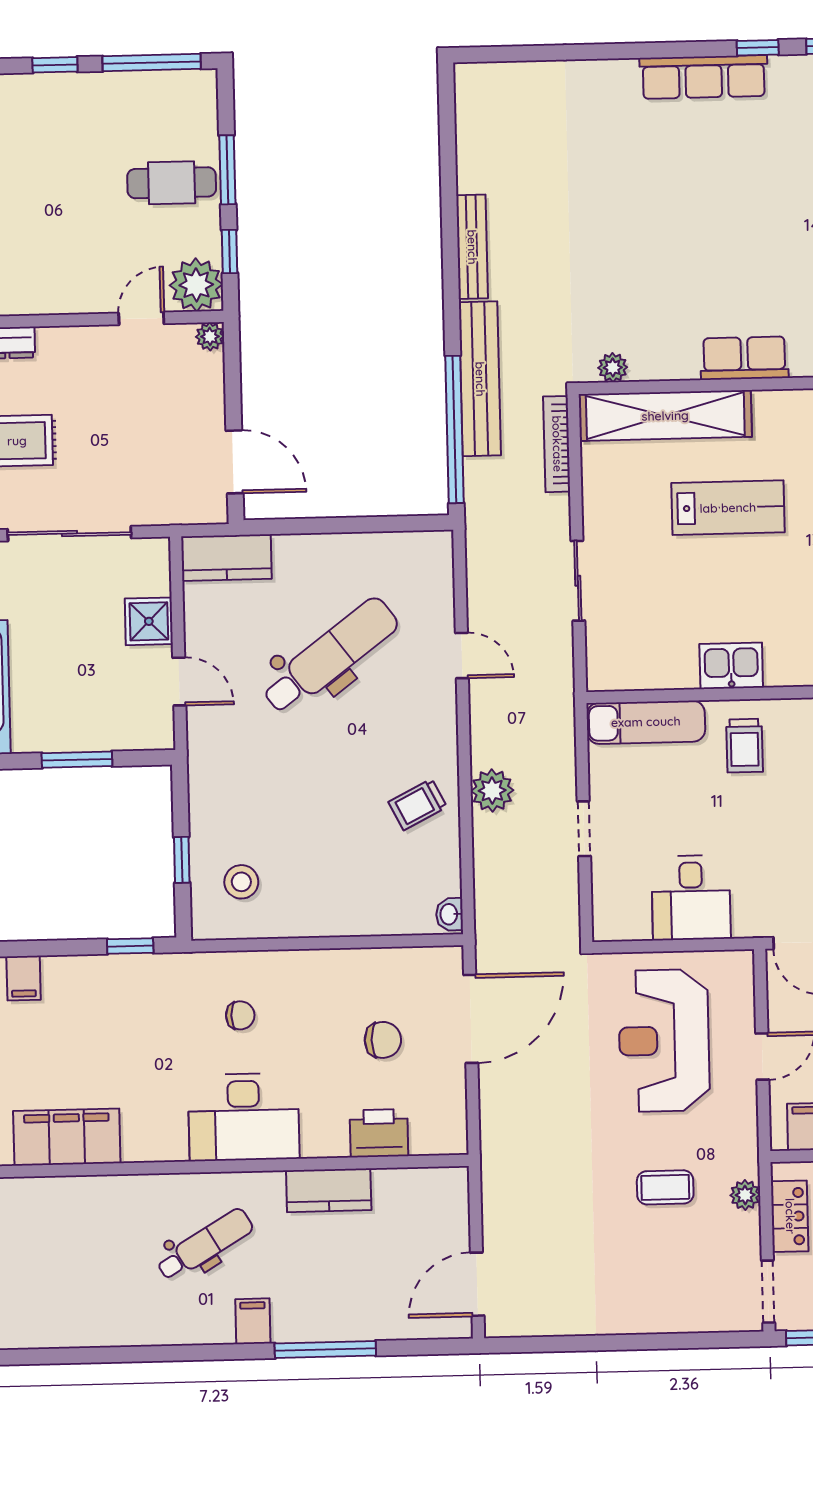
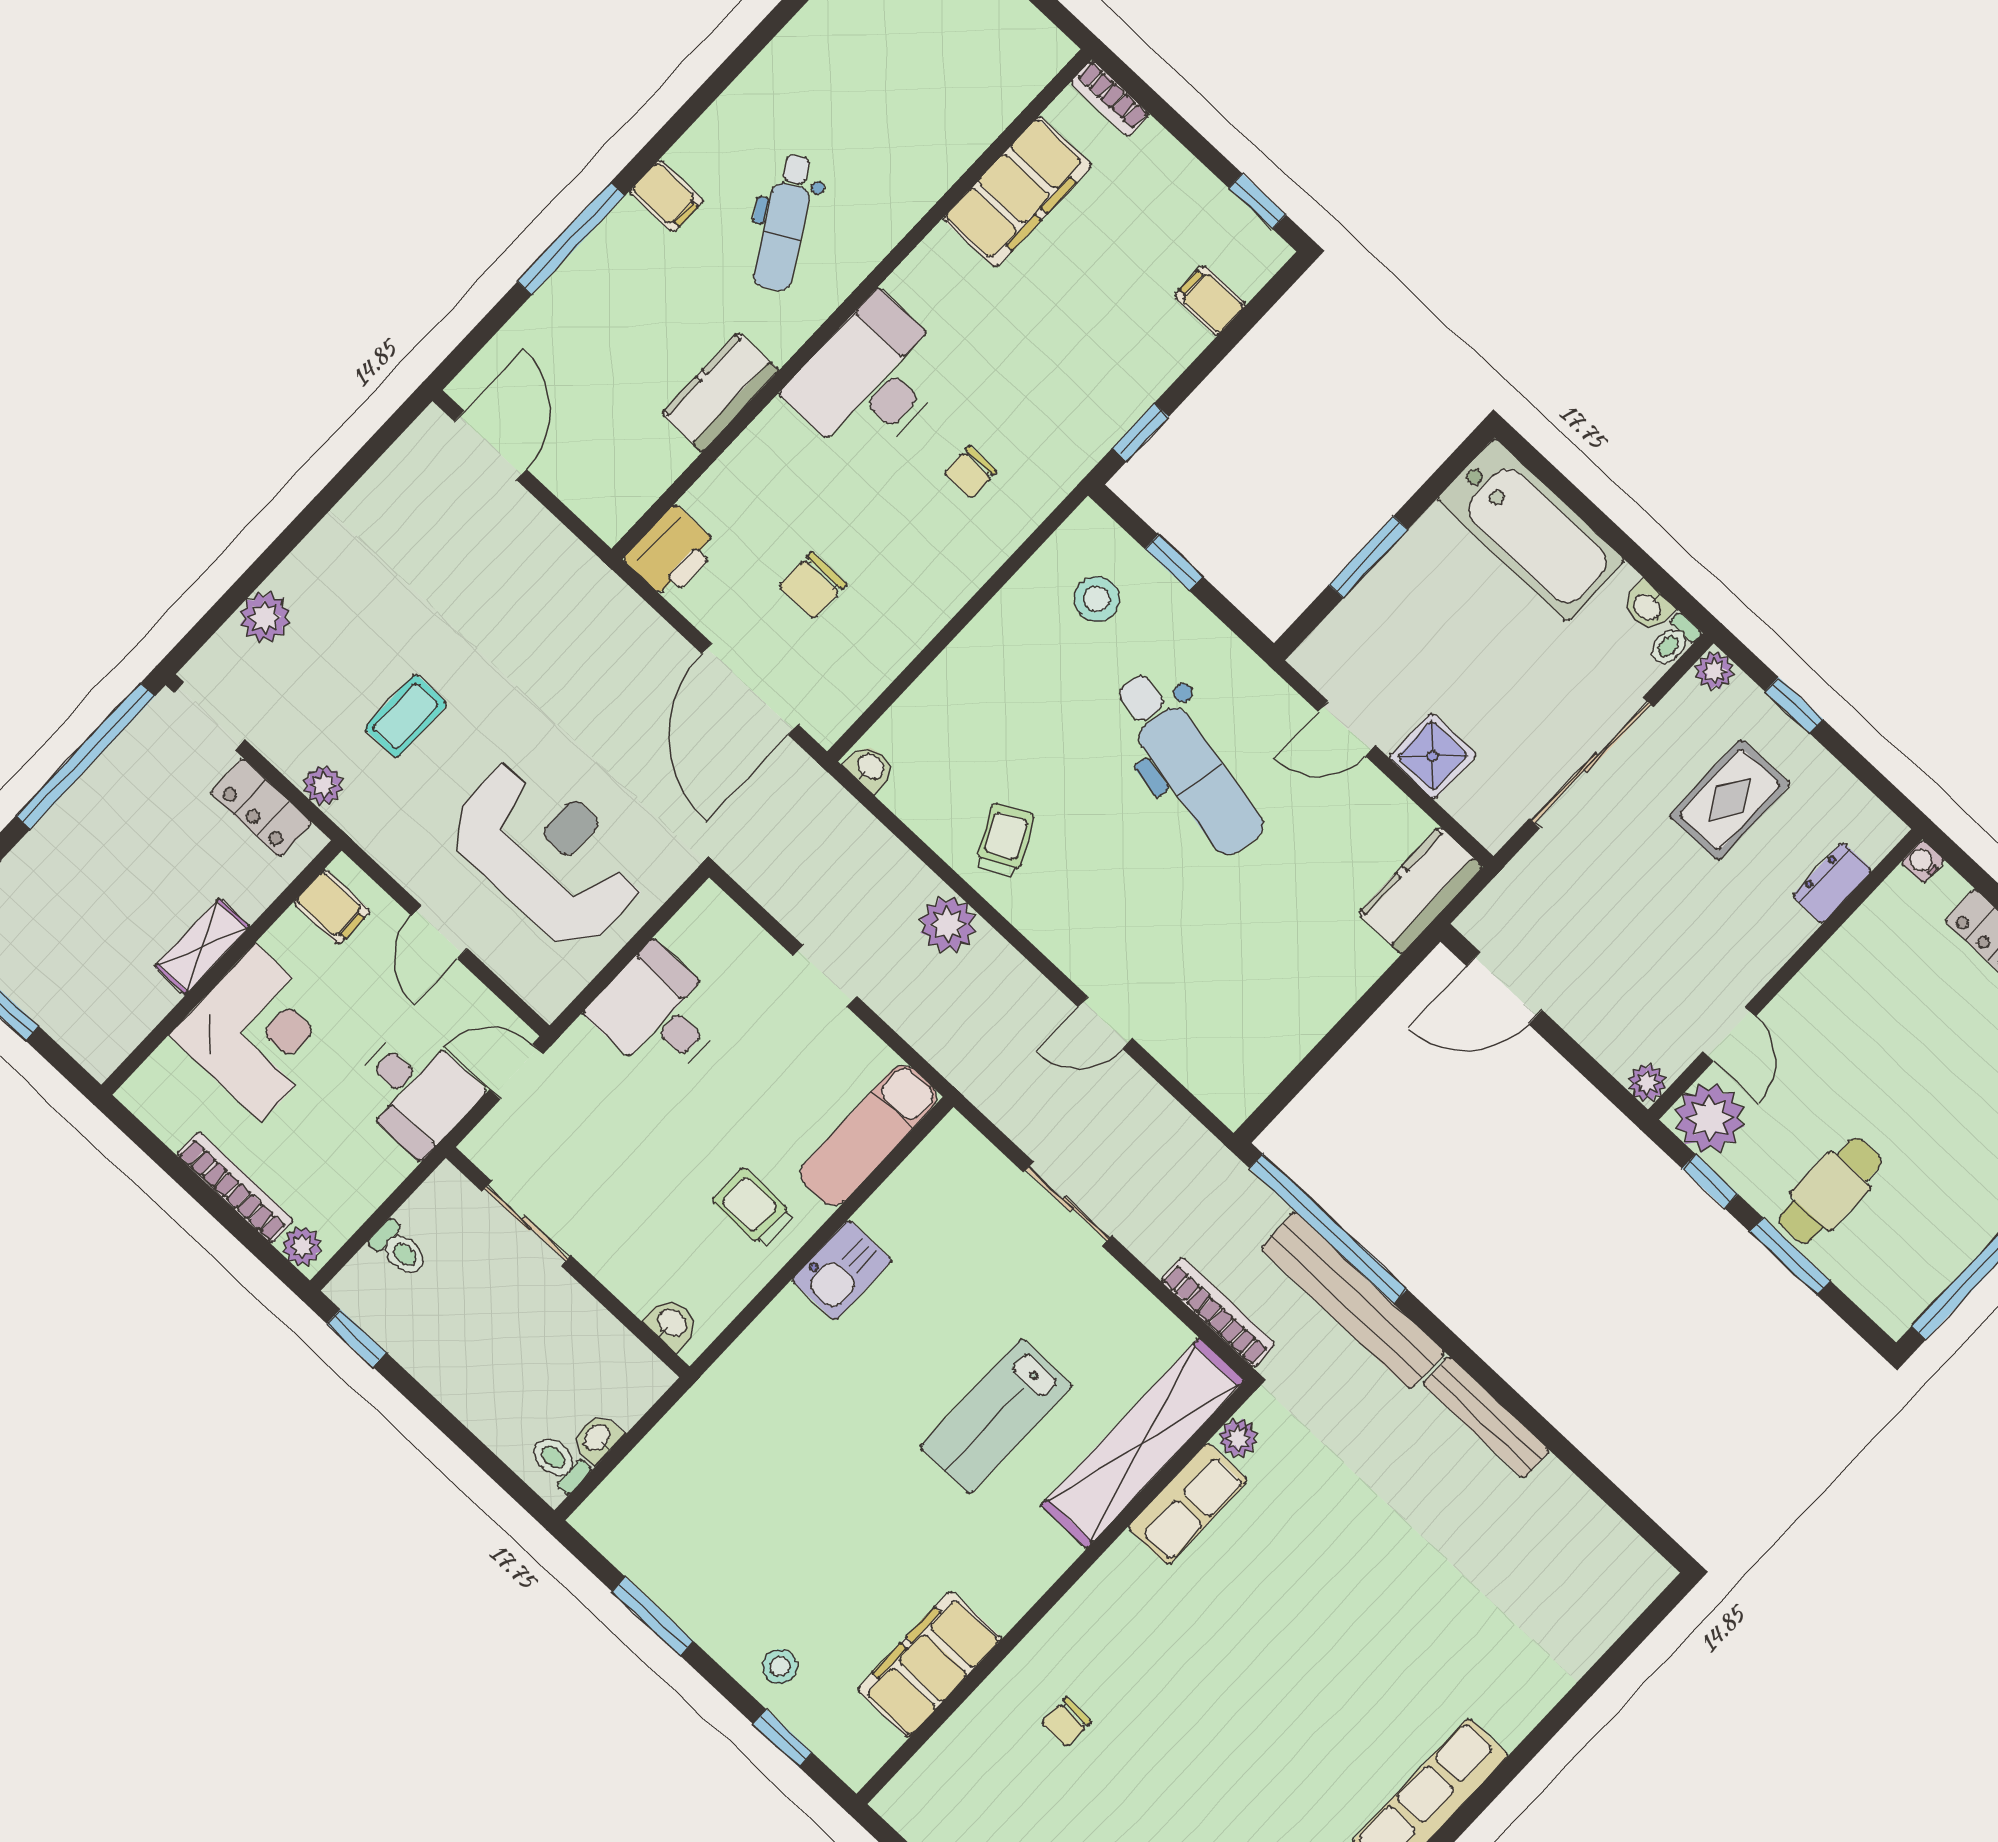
row of seats: (744, 358) -> (1188, 1504), moved
dental chair: (330, 656) -> (1188, 763), moved, turned -42
printer: (379, 1133) -> (672, 553), moved
plant: (687, 1314) -> (265, 617), added

